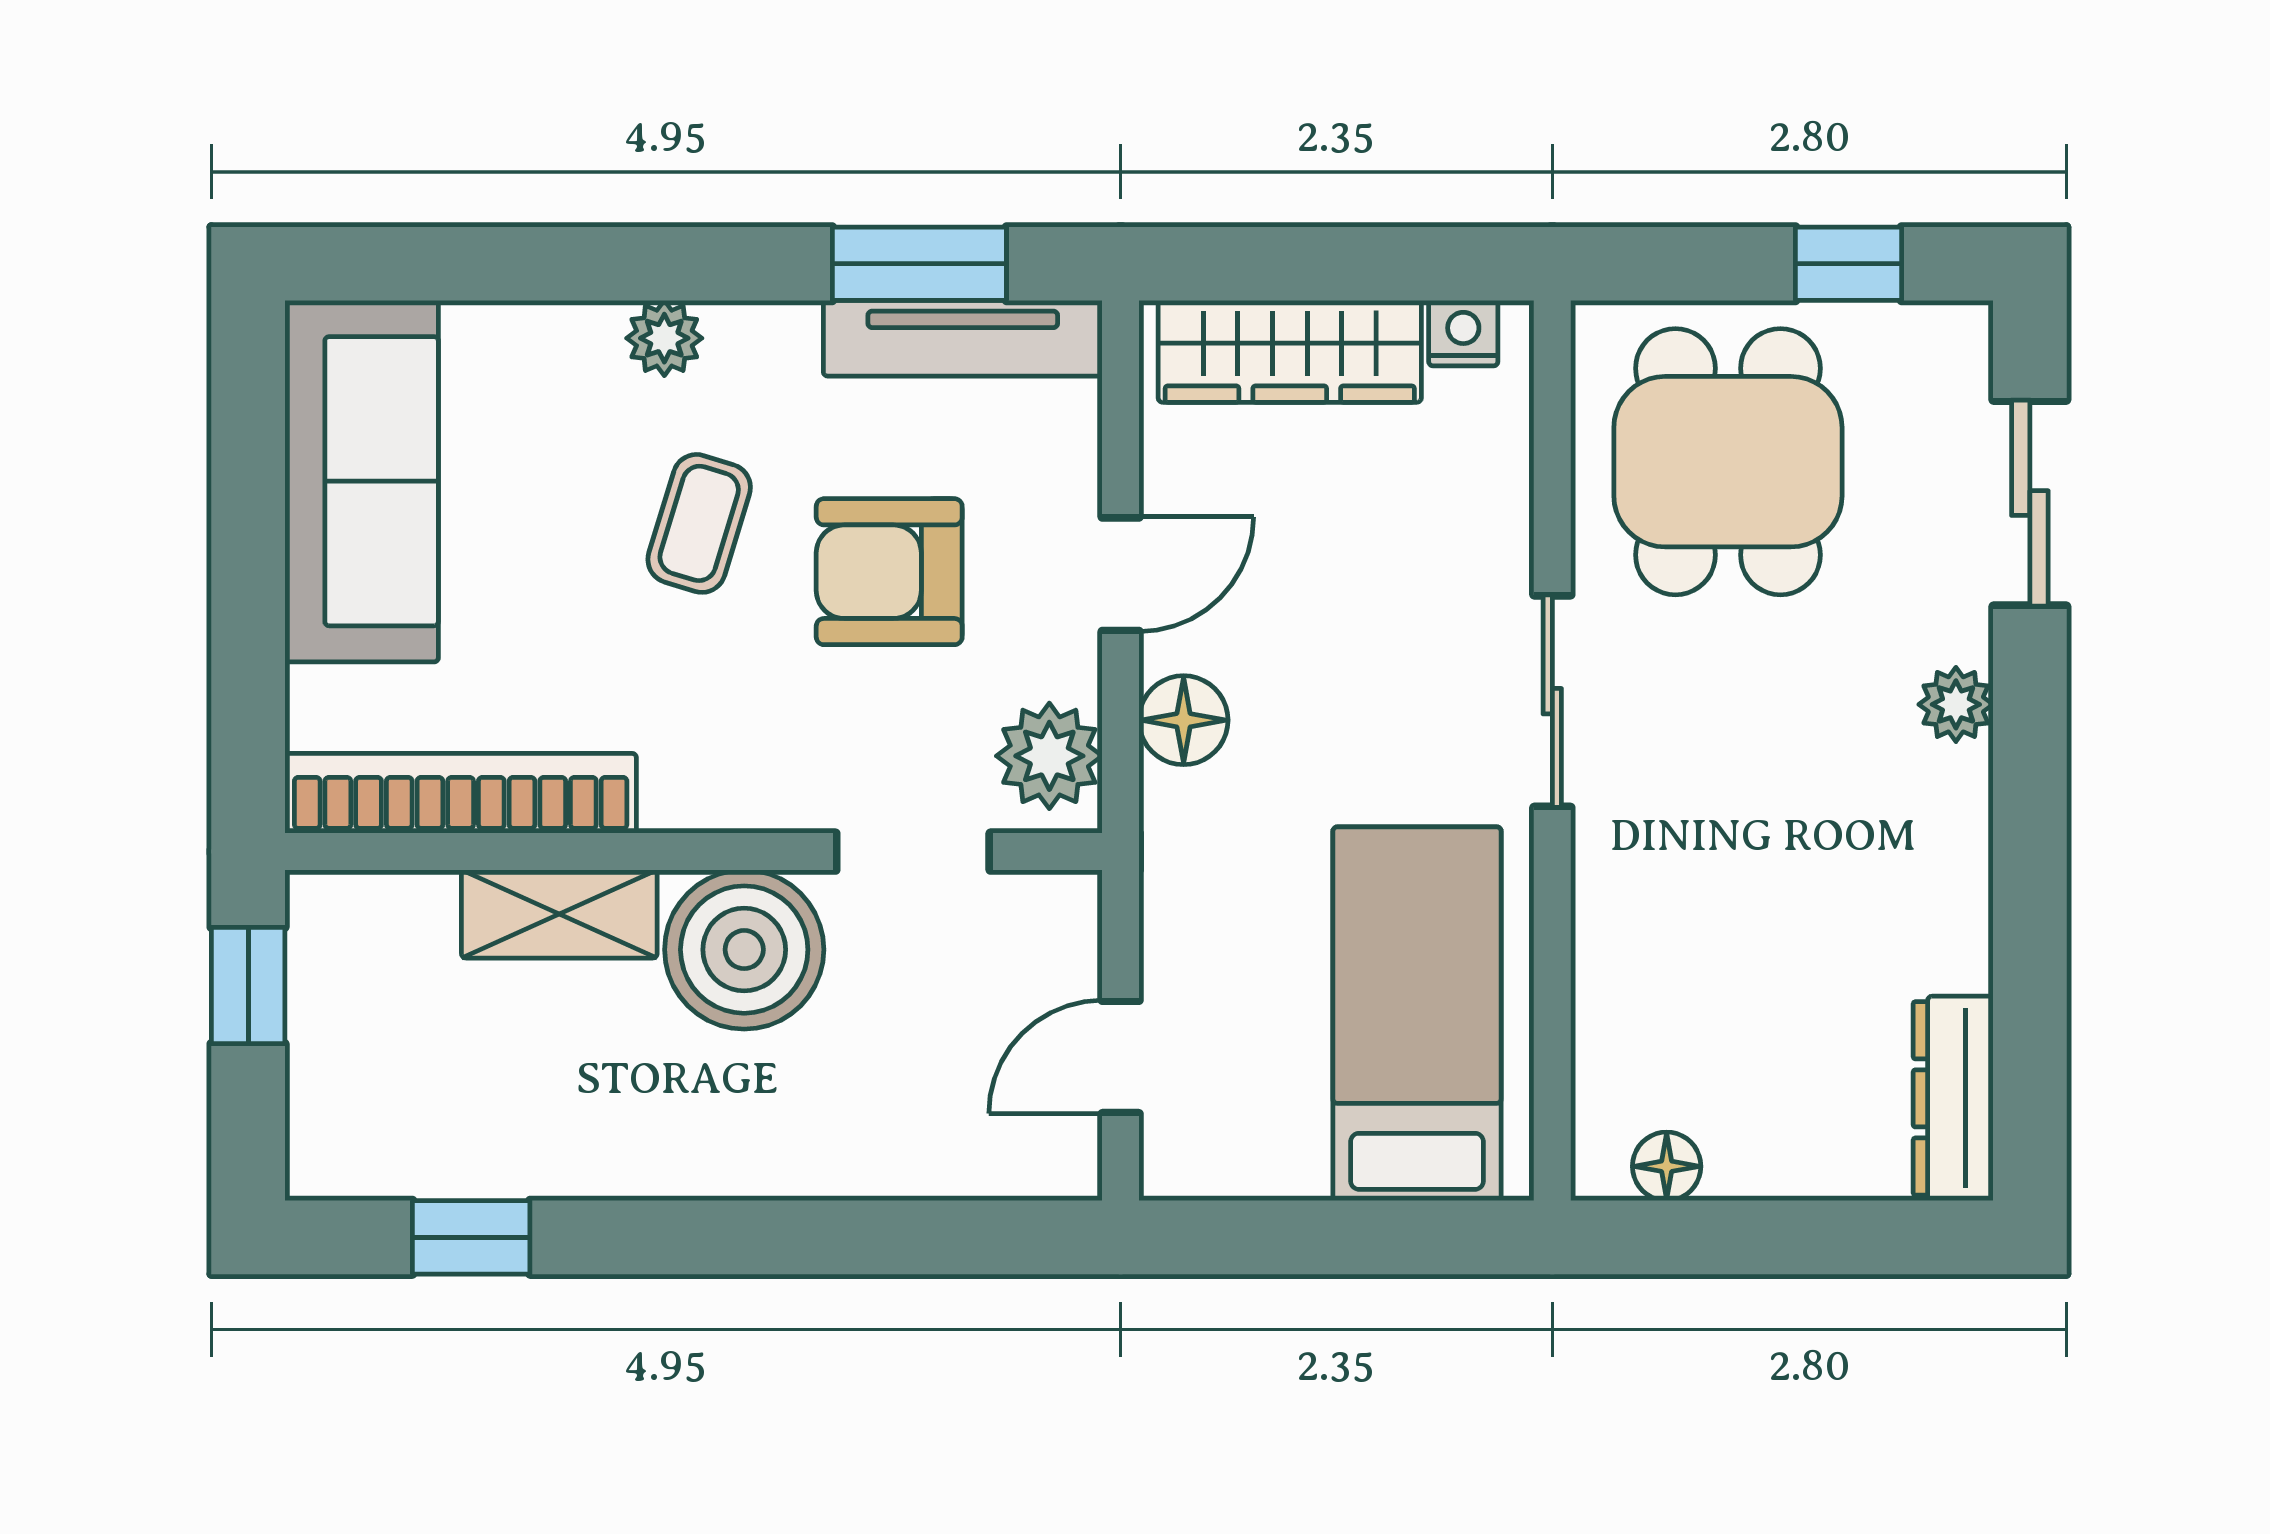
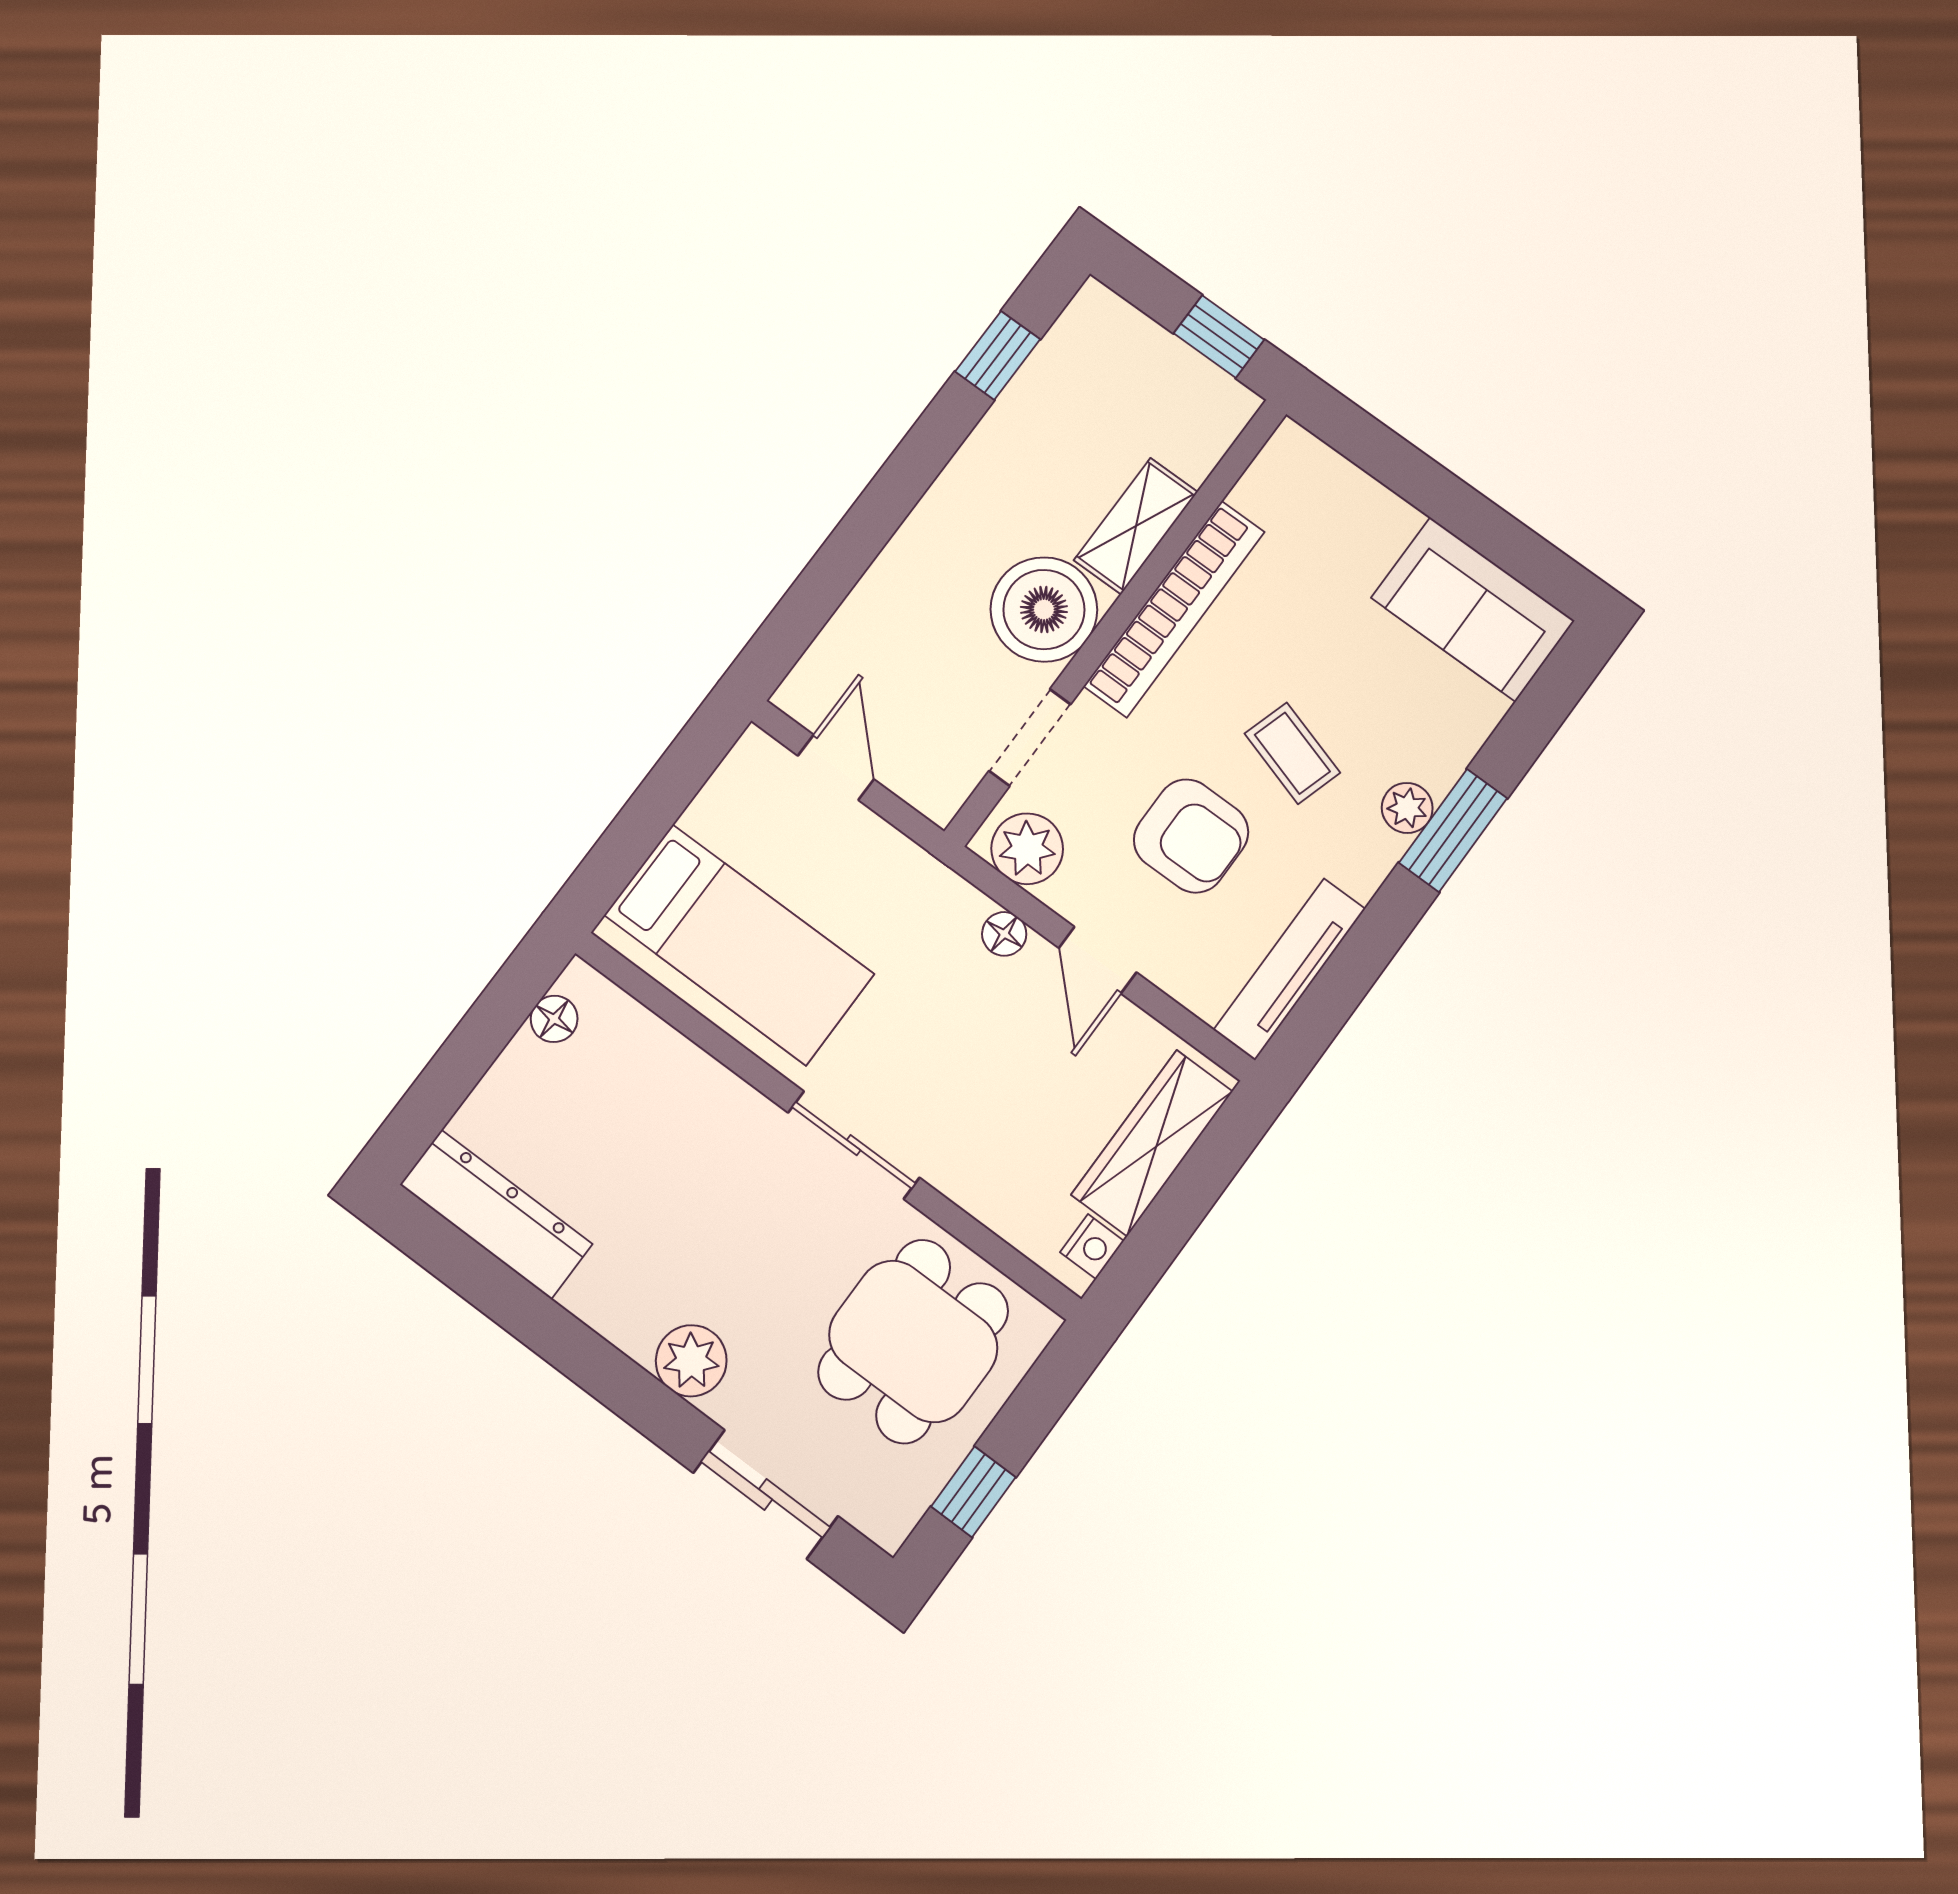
window: (919, 264) -> (1453, 830), moved
dining table: (1728, 462) -> (913, 1341), turned 90
sofa: (362, 481) -> (1473, 609), width x0.73
armchair: (889, 572) -> (1191, 836), turned 90
plant: (1956, 704) -> (691, 1361), width x1.38, depth x1.38
floor lamp: (1184, 720) -> (1004, 934), width x0.73, depth x0.73
bookcase: (461, 793) -> (1174, 609), moved
dresser: (1953, 1098) -> (496, 1214), width x1.37, depth x1.24

